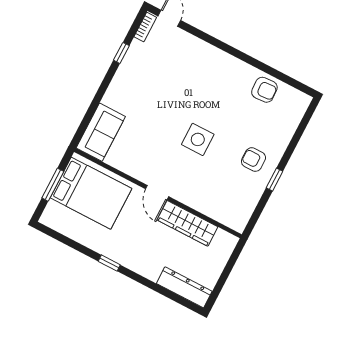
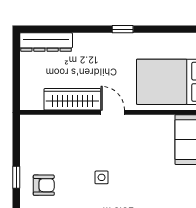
side table: (198, 139) -> (102, 177), width x0.54, depth x0.54

